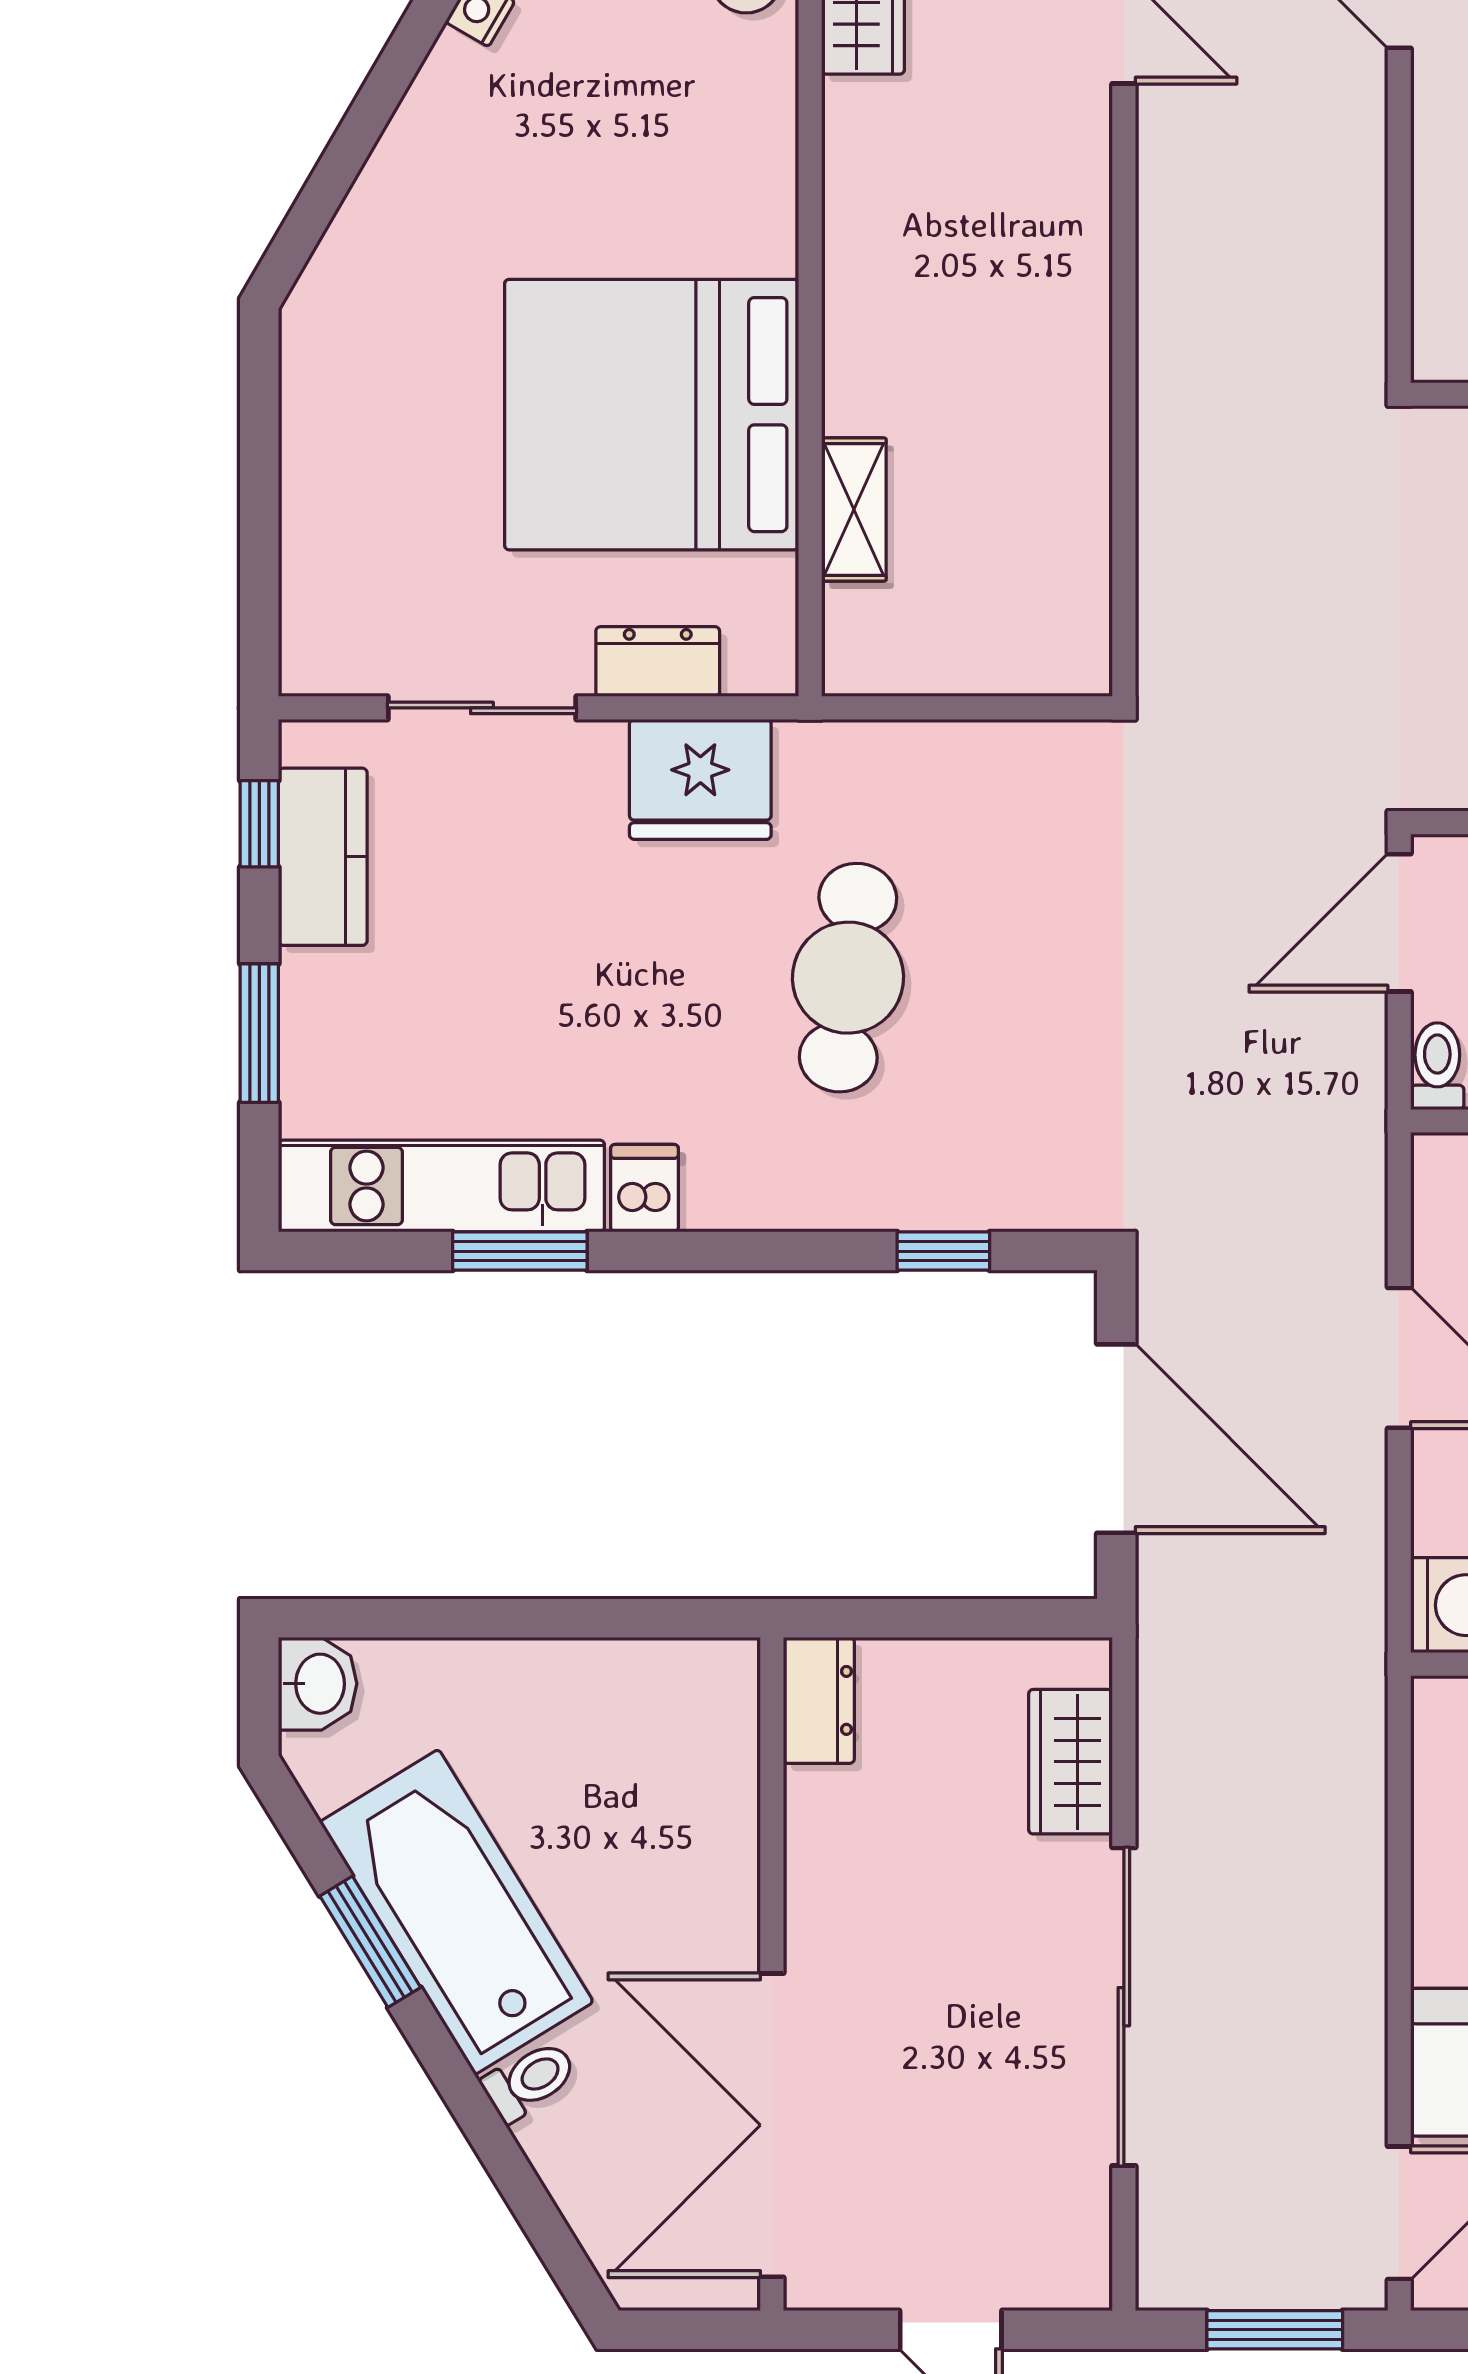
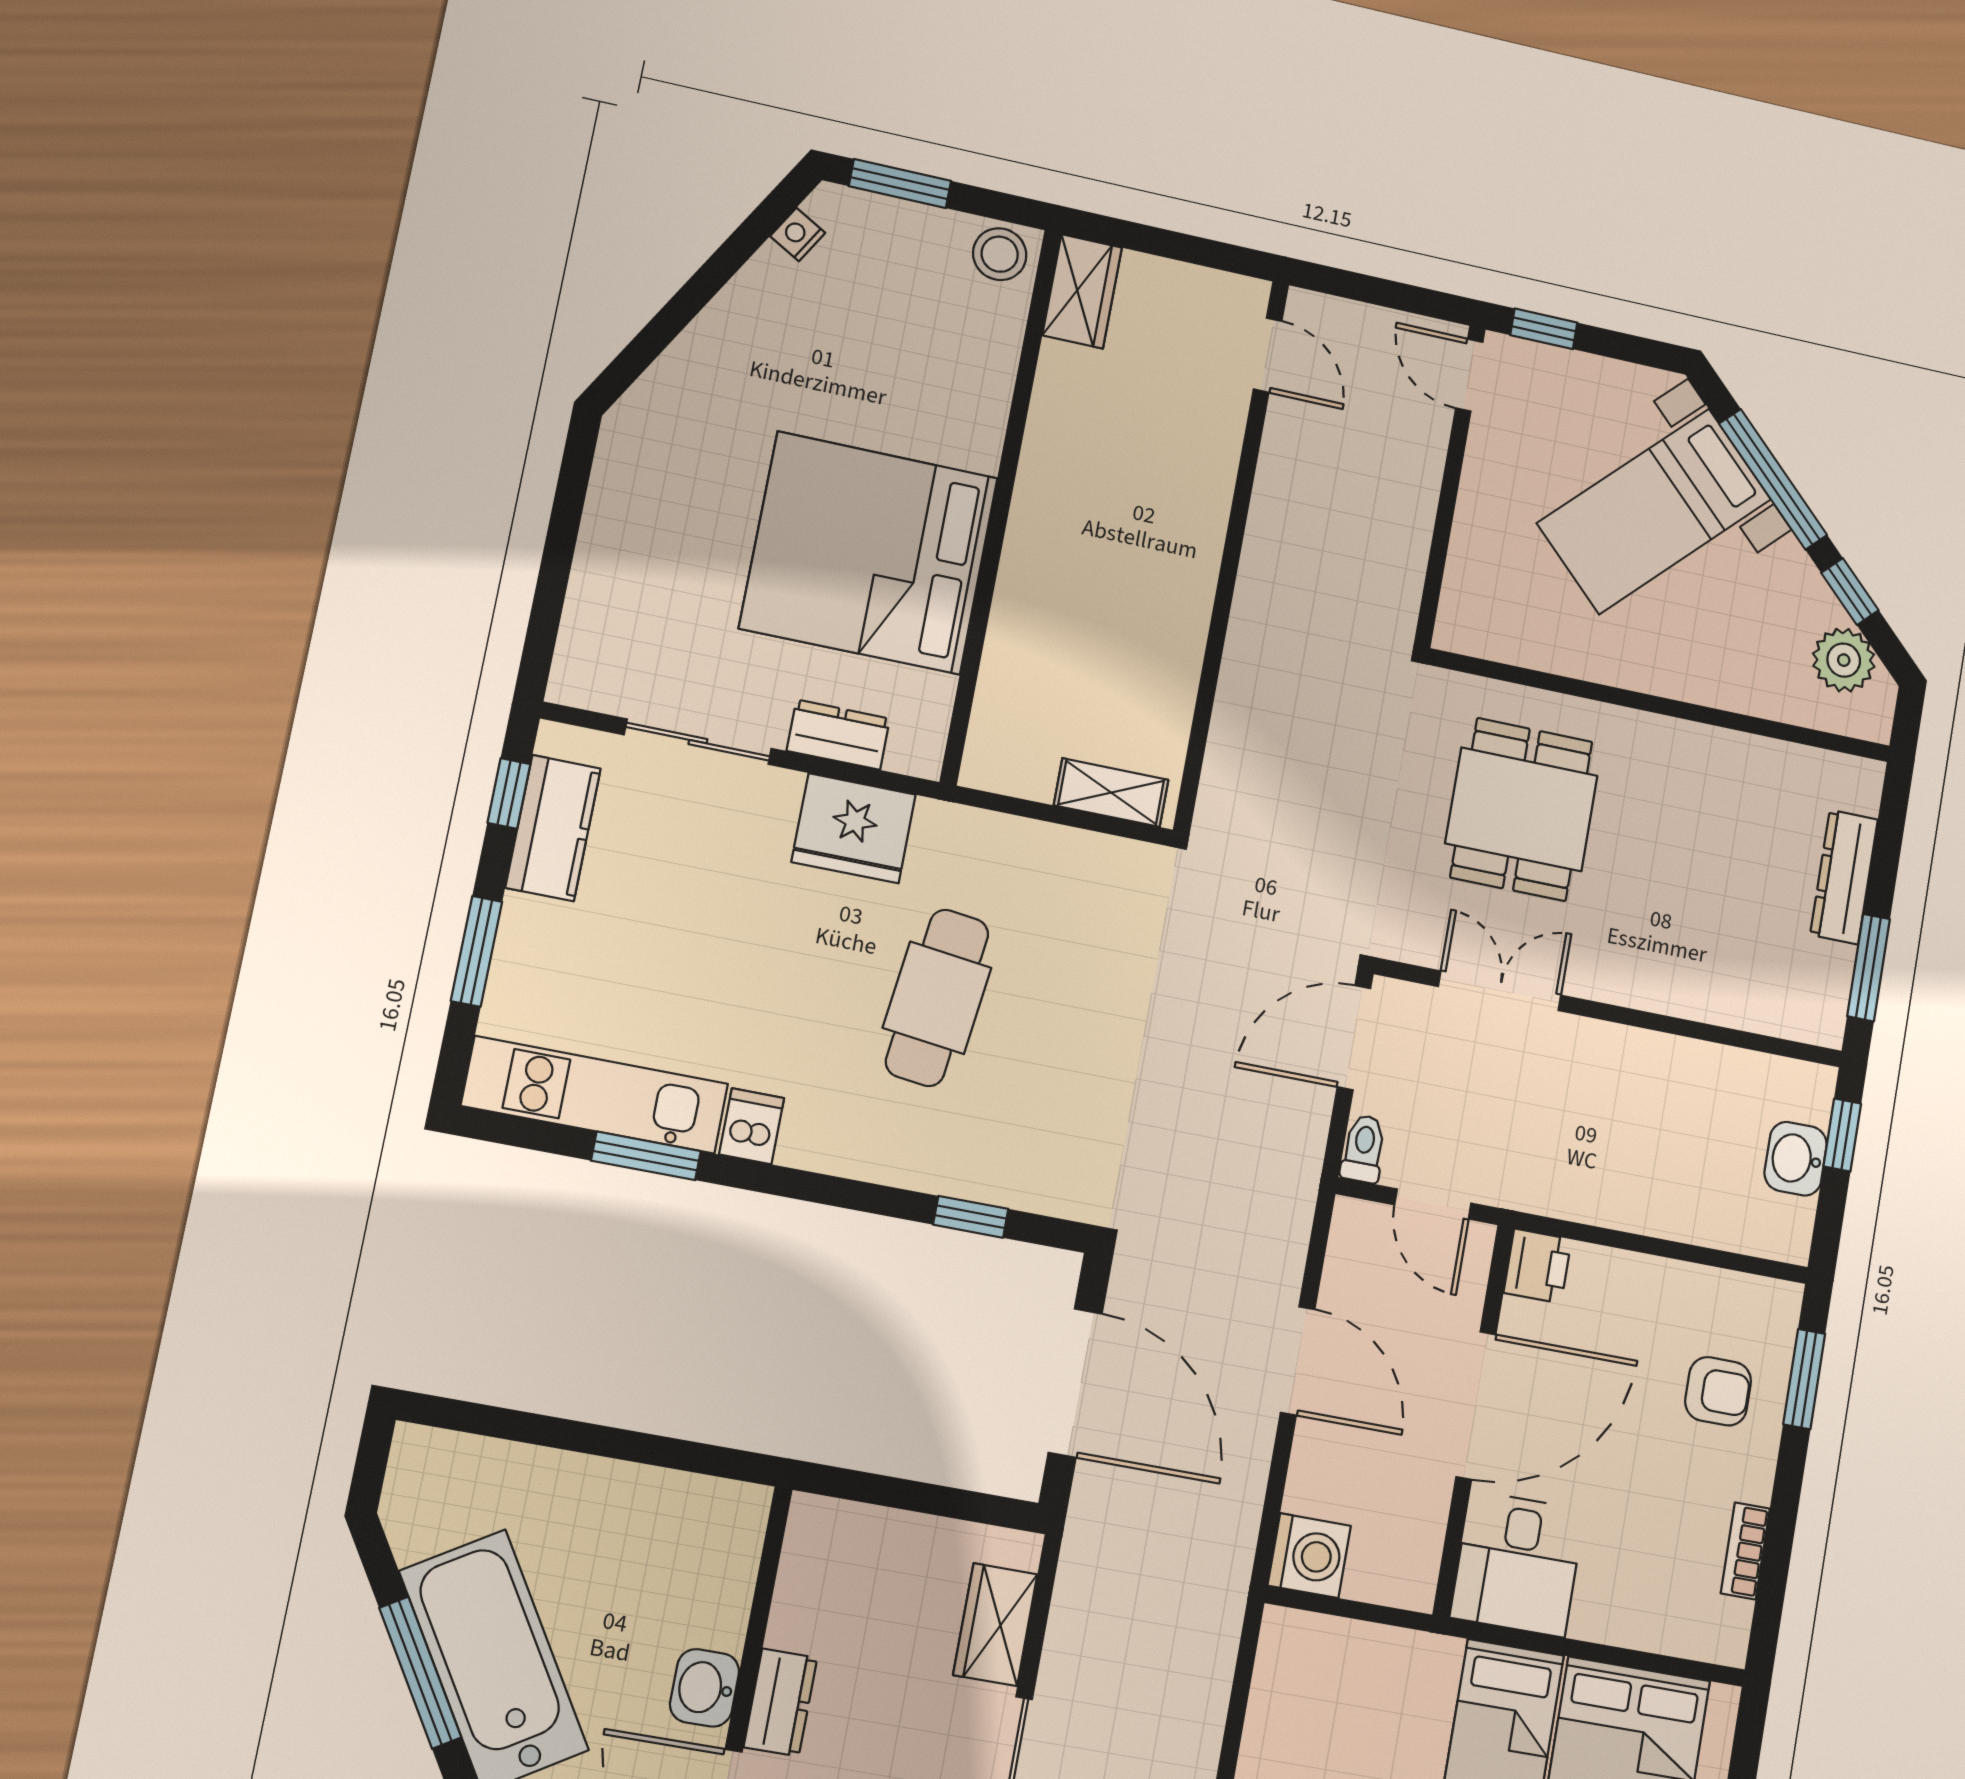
shelving: (854, 510) -> (1111, 793), moved, turned 90
washbasin: (318, 1684) -> (705, 1688), moved, turned 180
dresser: (819, 1700) -> (780, 1702), moved
window: (370, 1942) -> (420, 1673), width x1.44

